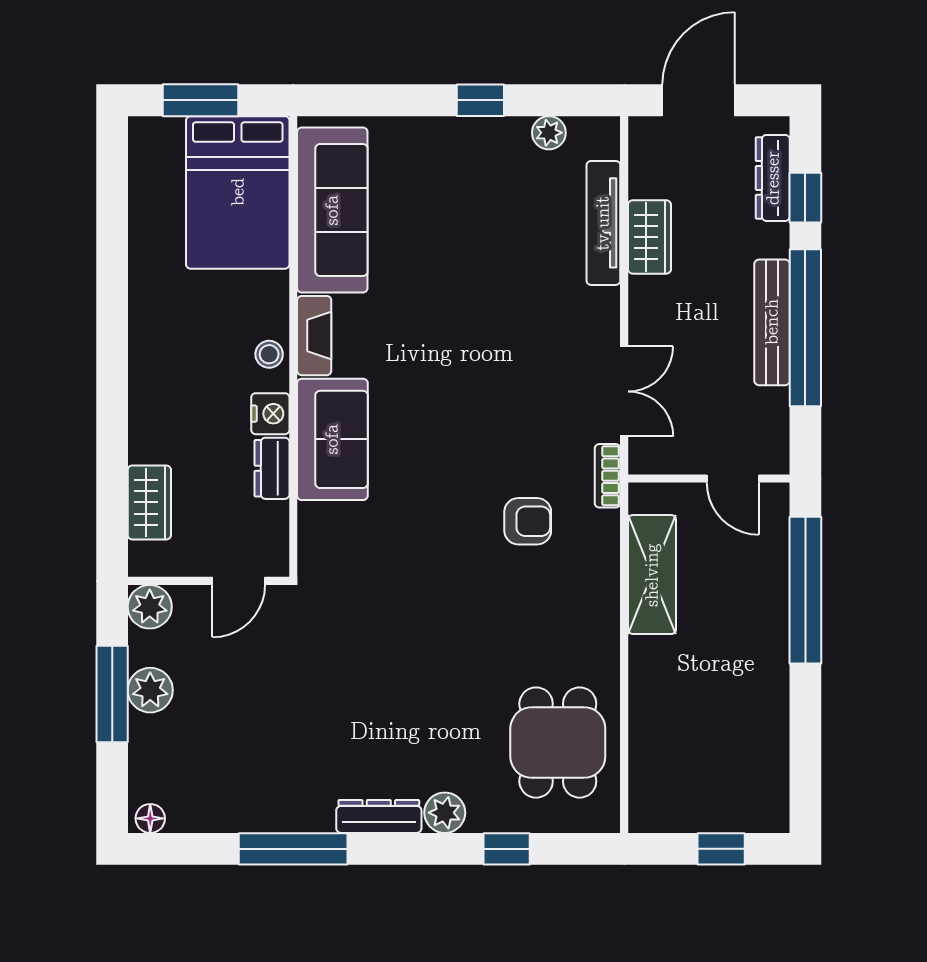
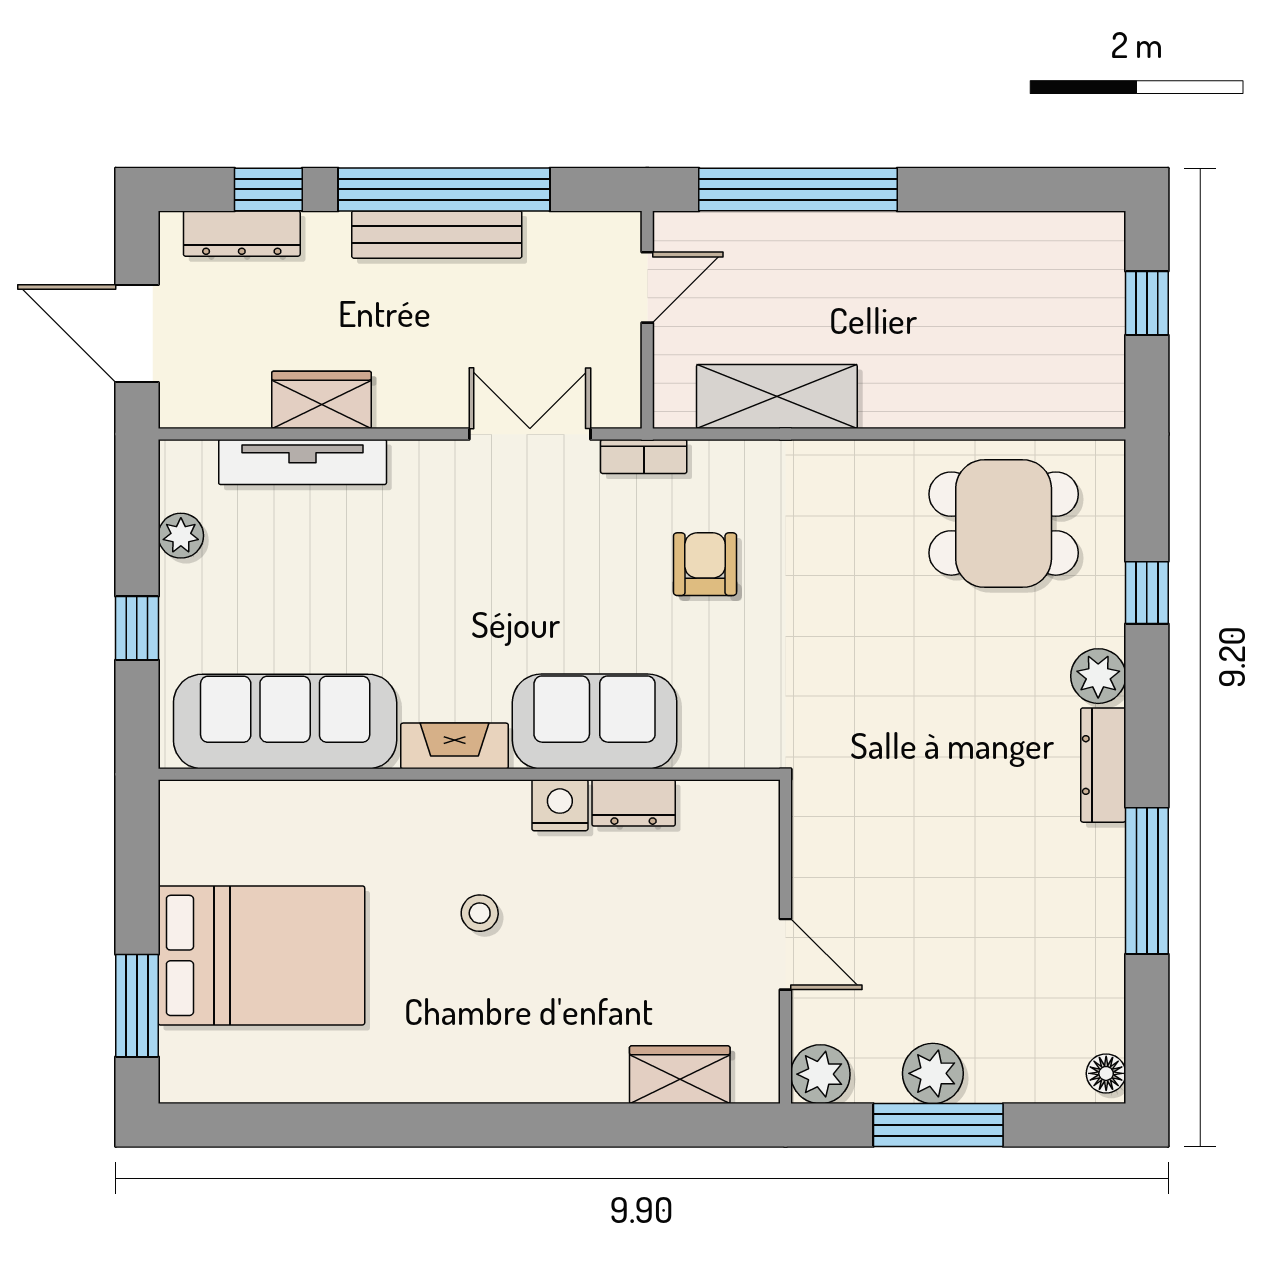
sofa: (332, 210) -> (285, 721), moved
fireplace: (314, 336) -> (455, 746), moved
wall: (293, 346) -> (469, 774), moved
nightstand: (270, 414) -> (560, 805), moved
sofa: (332, 439) -> (595, 721), moved
dresser: (272, 468) -> (634, 803), moved

